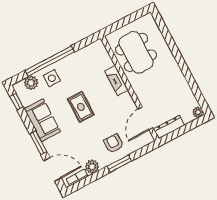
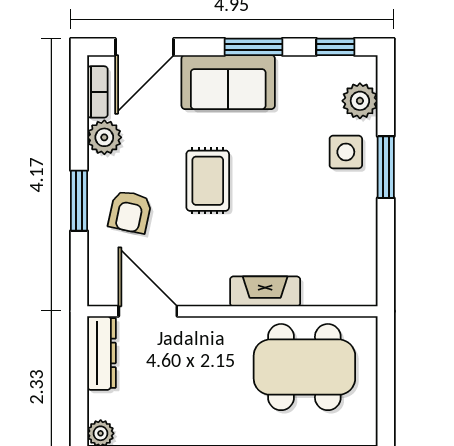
window: (50, 61) -> (386, 167), width x0.47
rug: (81, 107) -> (208, 181), moved, turned 90
sofa: (42, 120) -> (228, 82), moved
window: (38, 143) -> (253, 47), moved
armchair: (114, 144) -> (130, 212), turned 102

